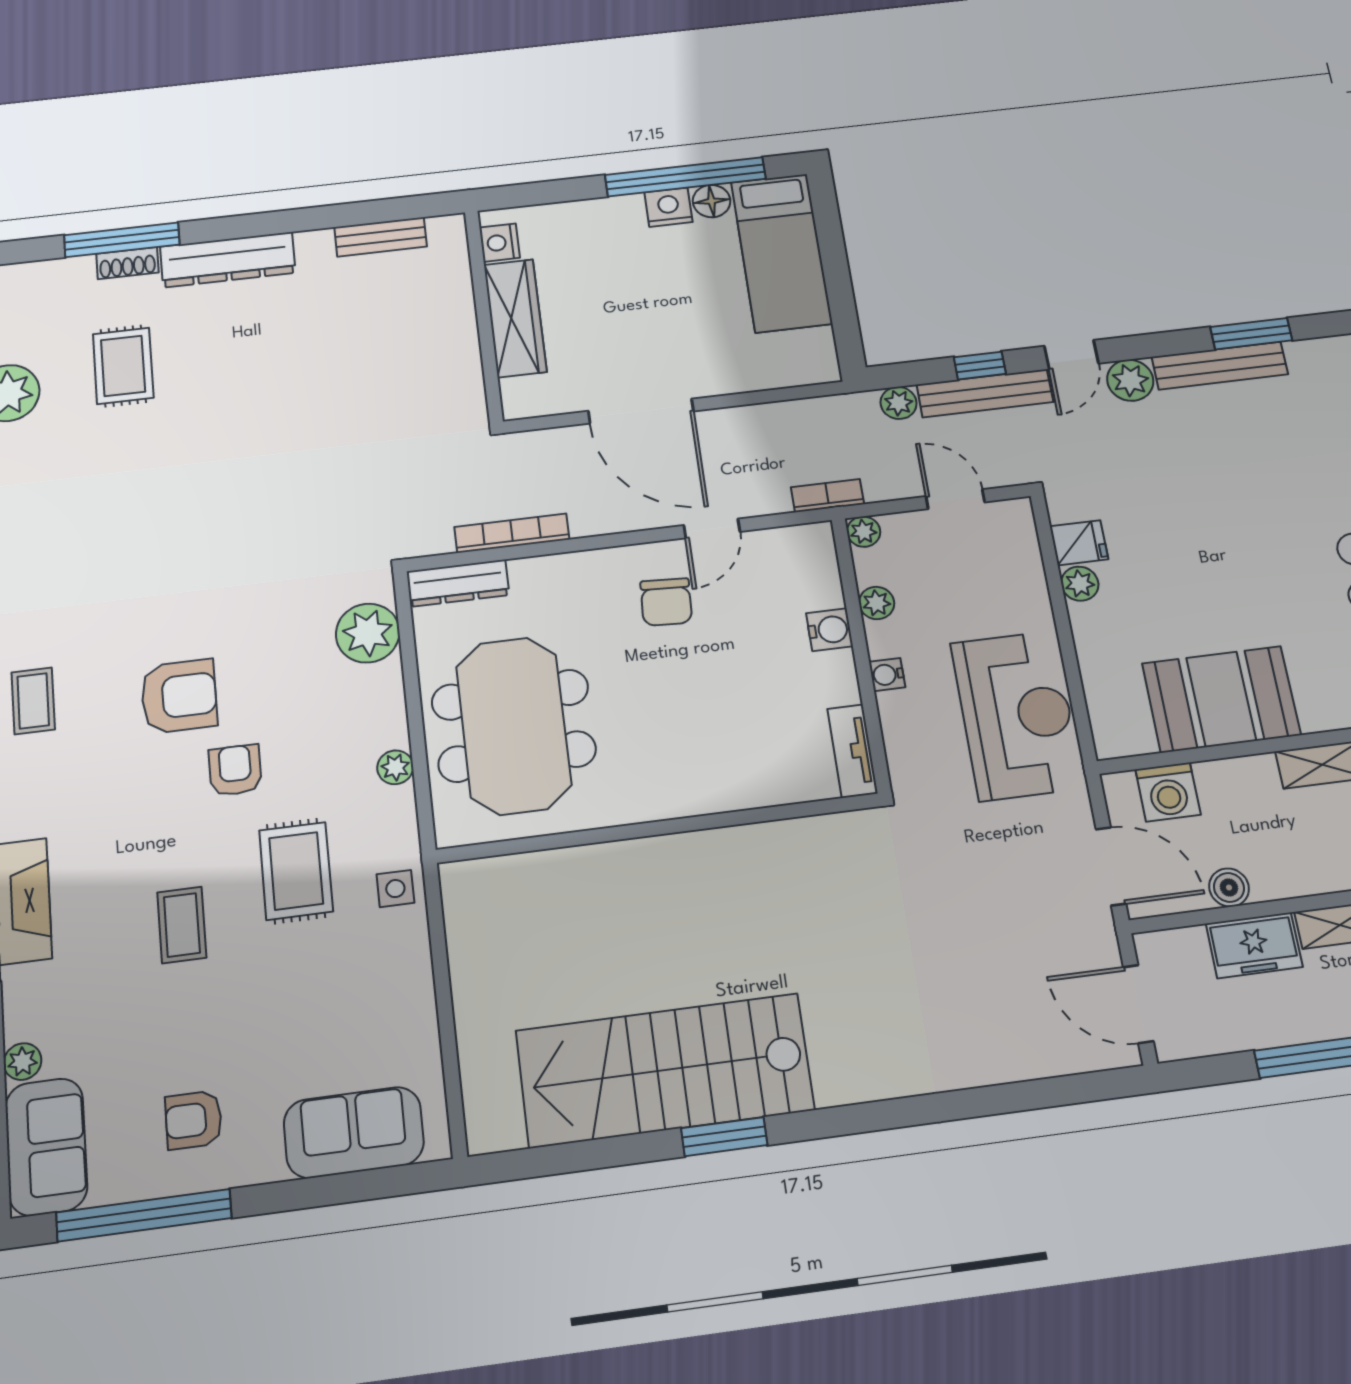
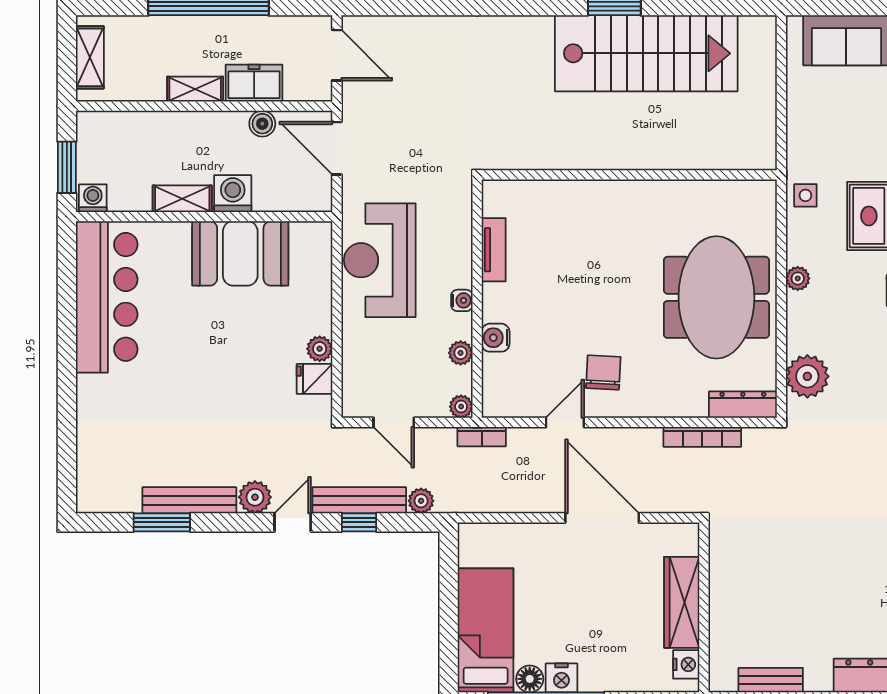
washing machine: (1168, 792) -> (233, 194), moved
wall: (659, 828) -> (629, 175), moved

